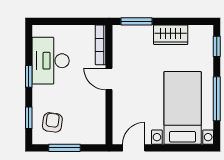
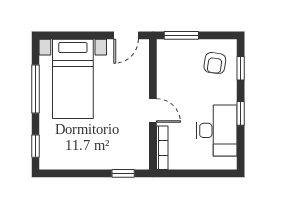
window: (136, 21) -> (123, 173), width x0.67
wardrobe: (171, 35) -> (86, 159), removed
window: (65, 148) -> (181, 35), moved

